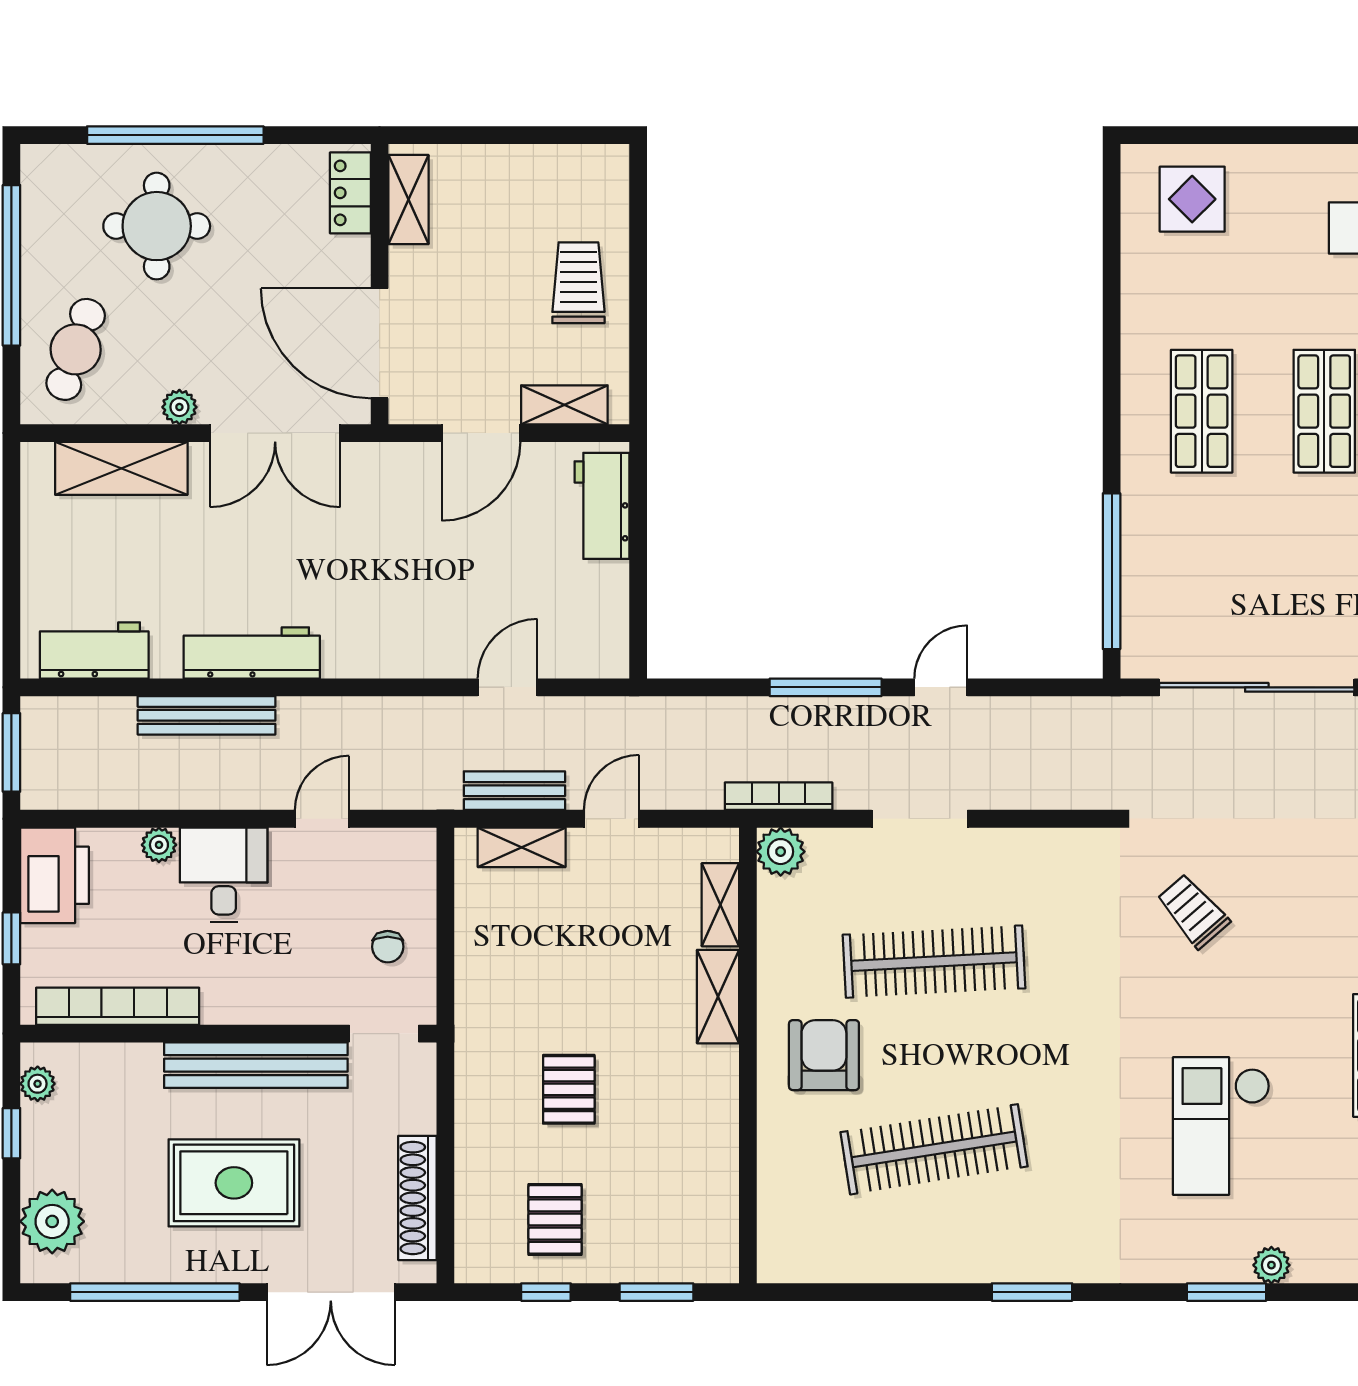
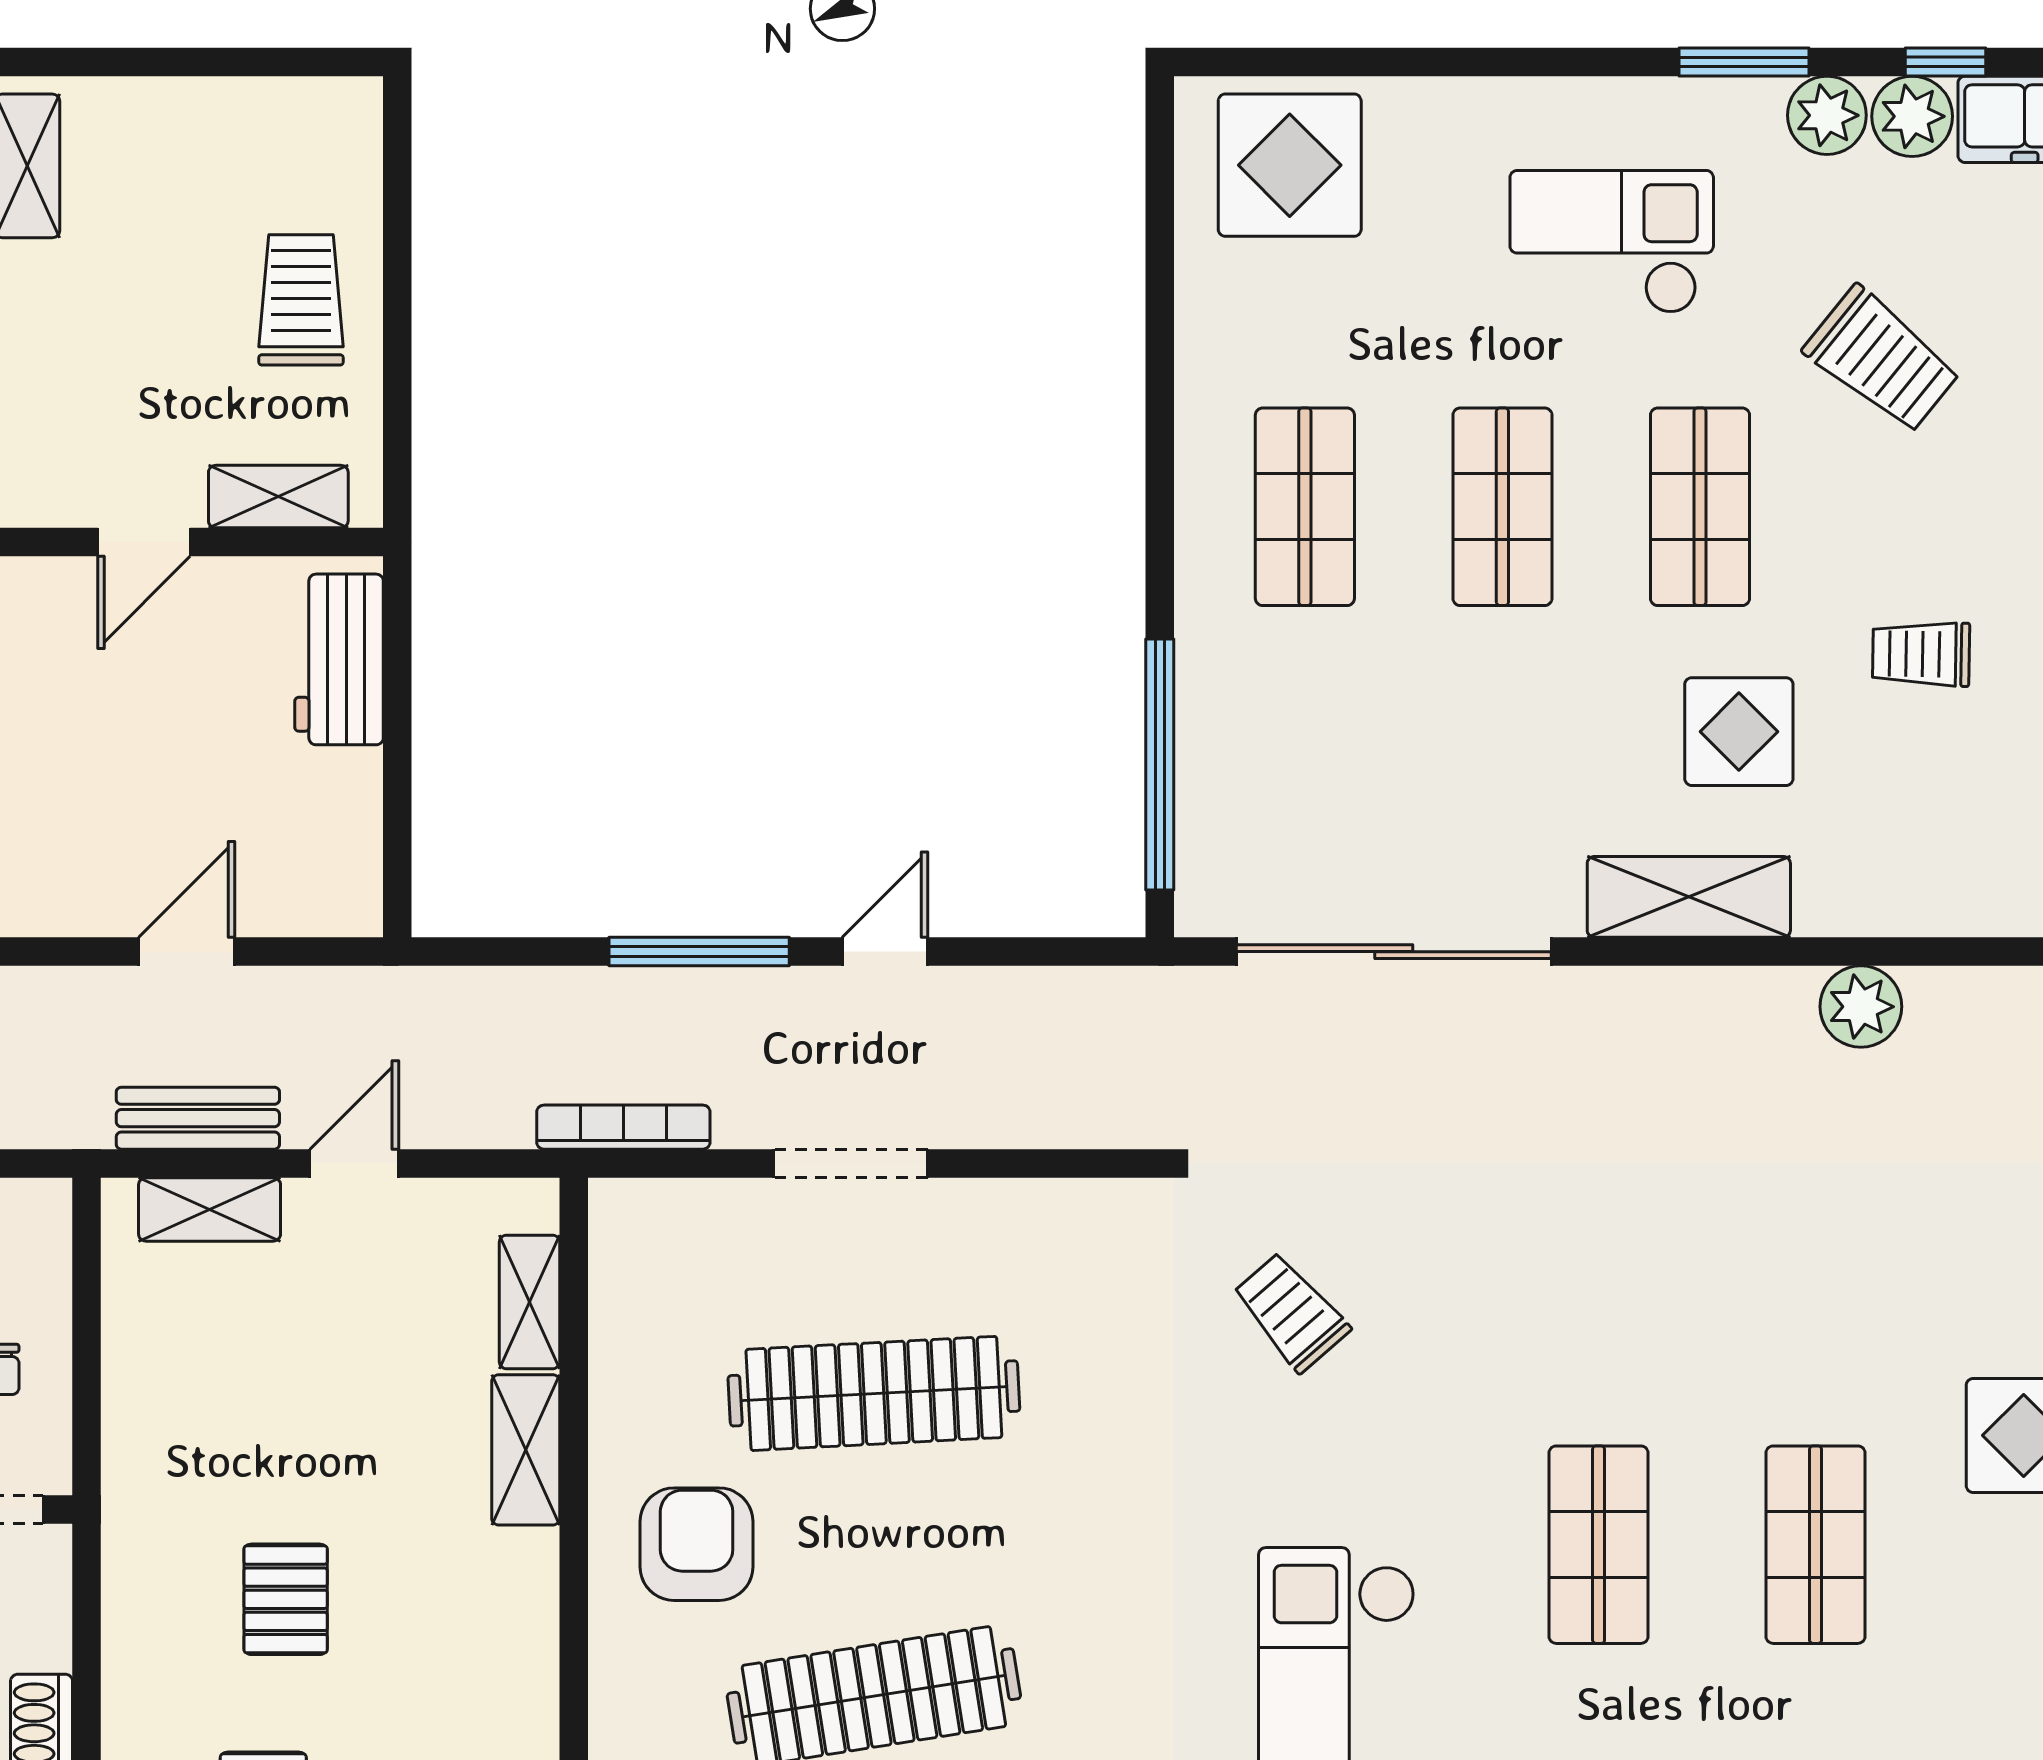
display table: (1192, 199) -> (1290, 165), width x1.36, depth x1.36
door: (481, 433) -> (144, 542), width x0.73
plant: (781, 852) -> (627, 1216), removed

